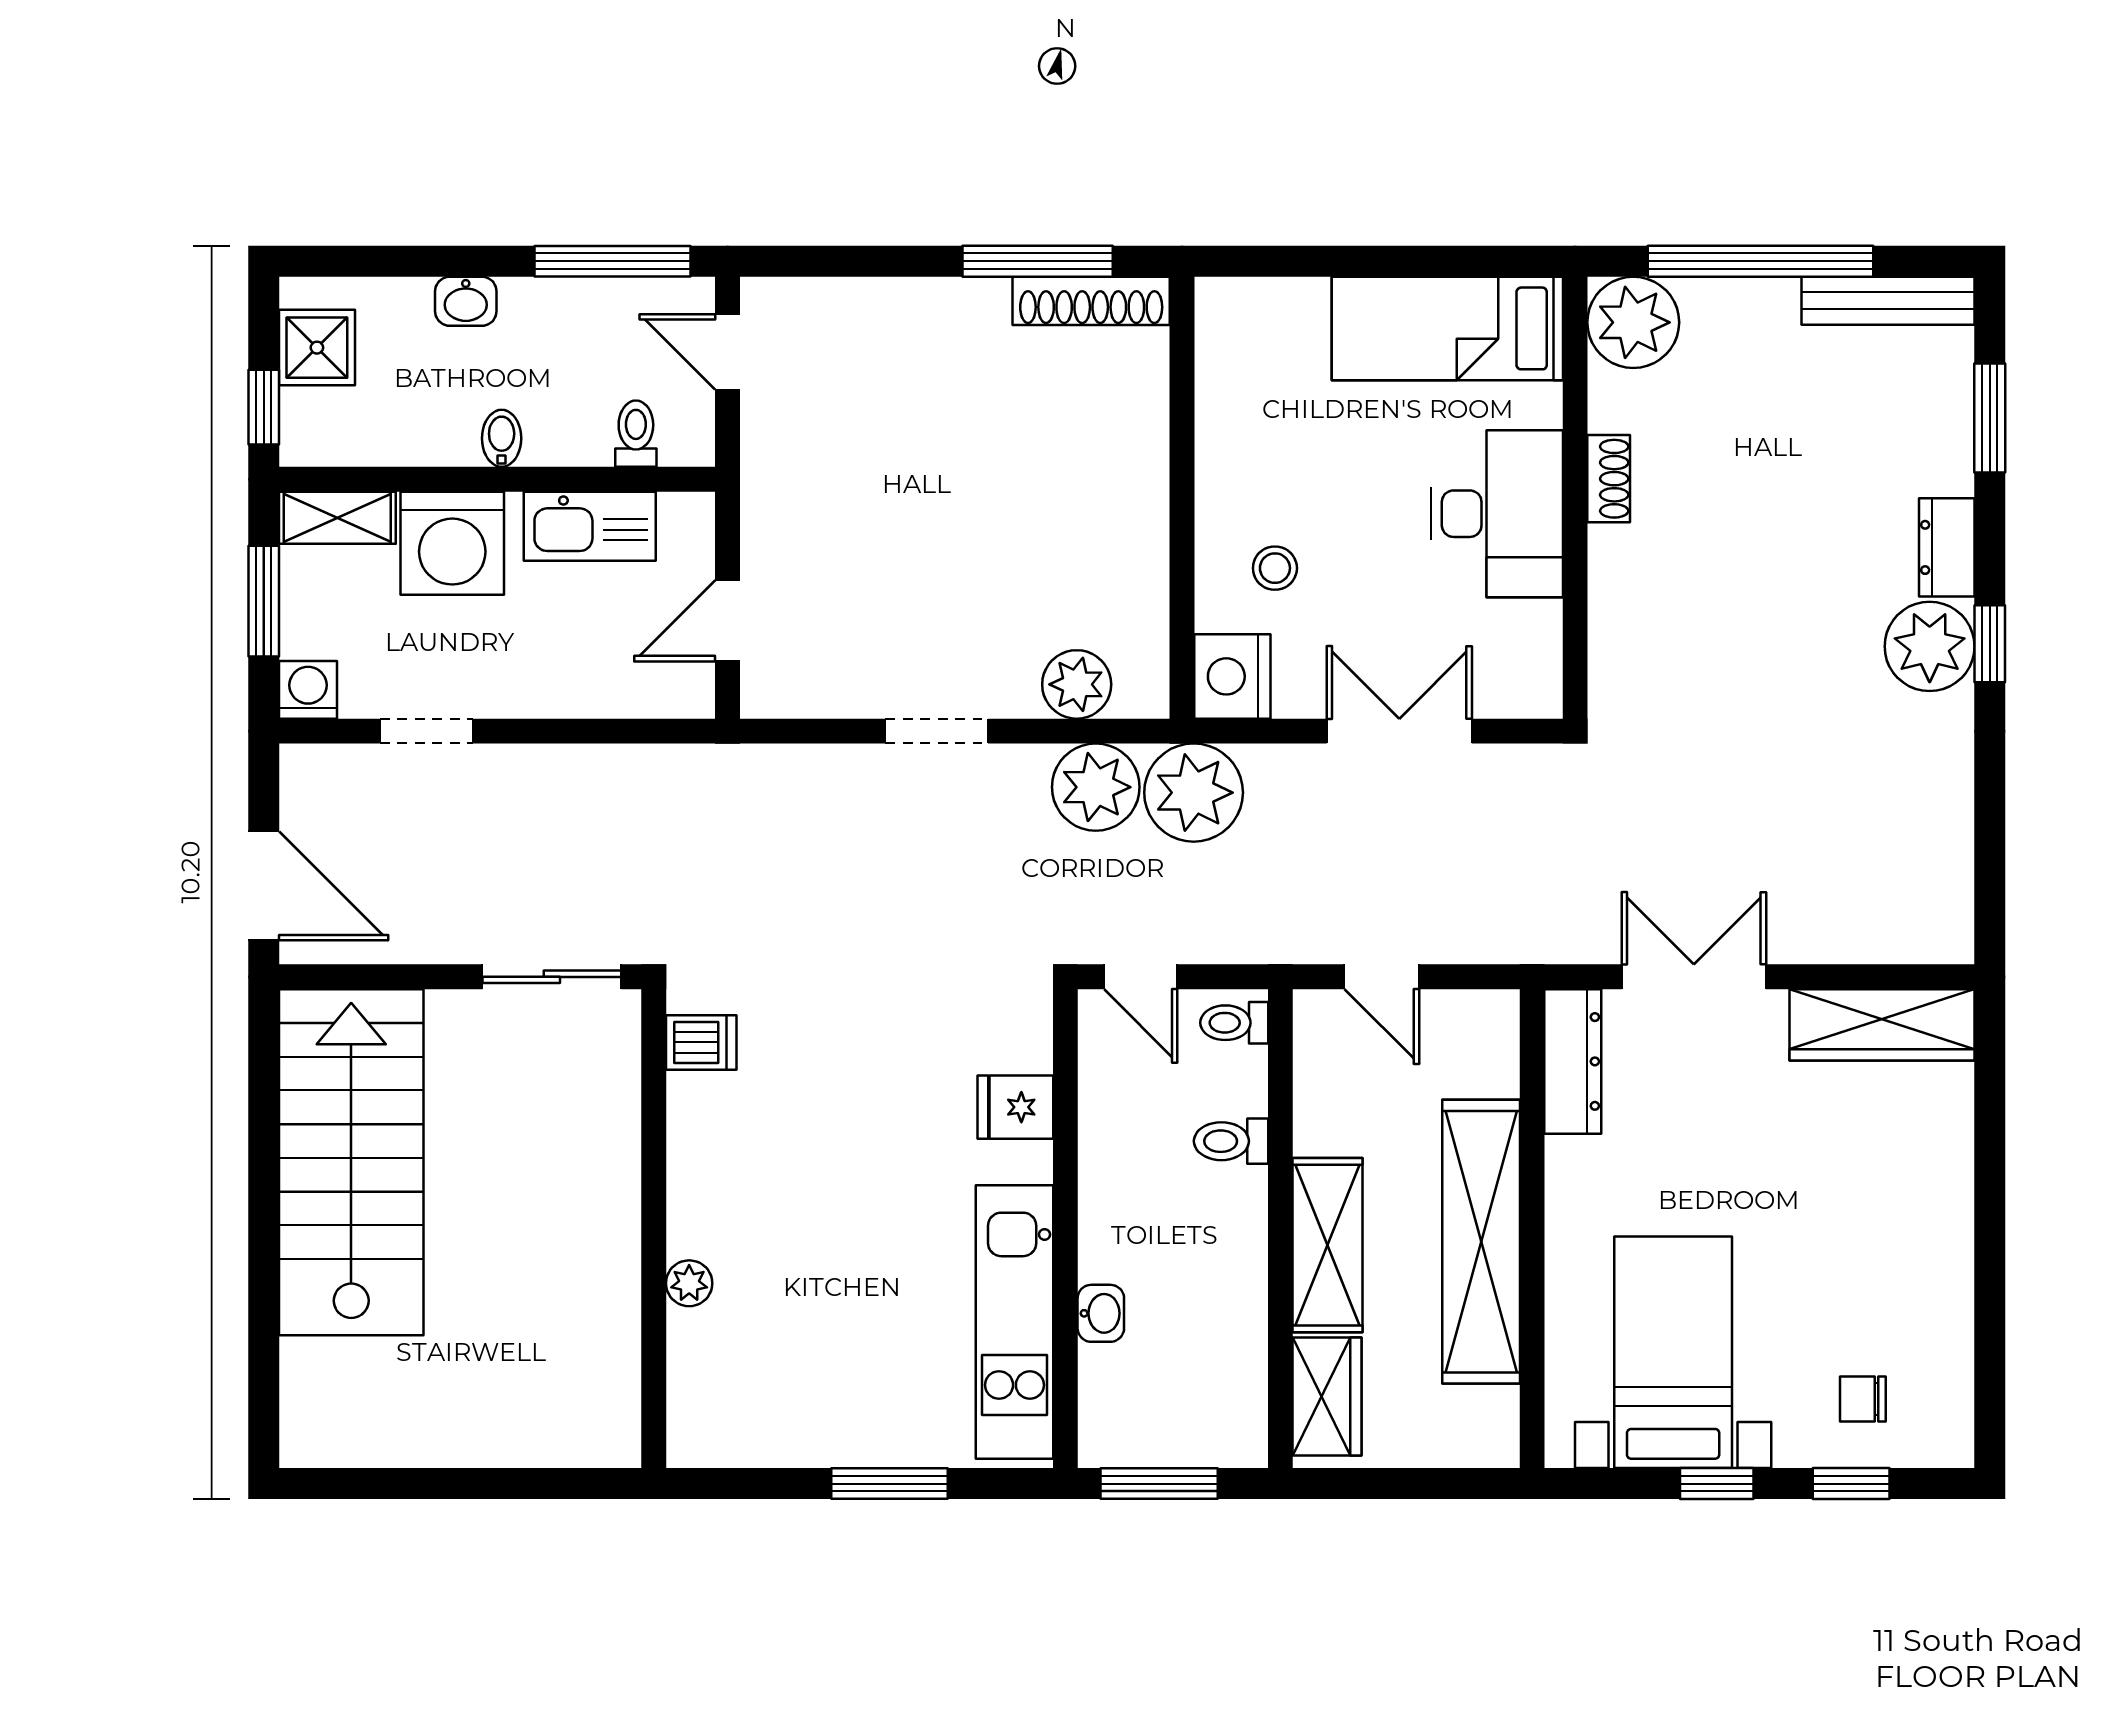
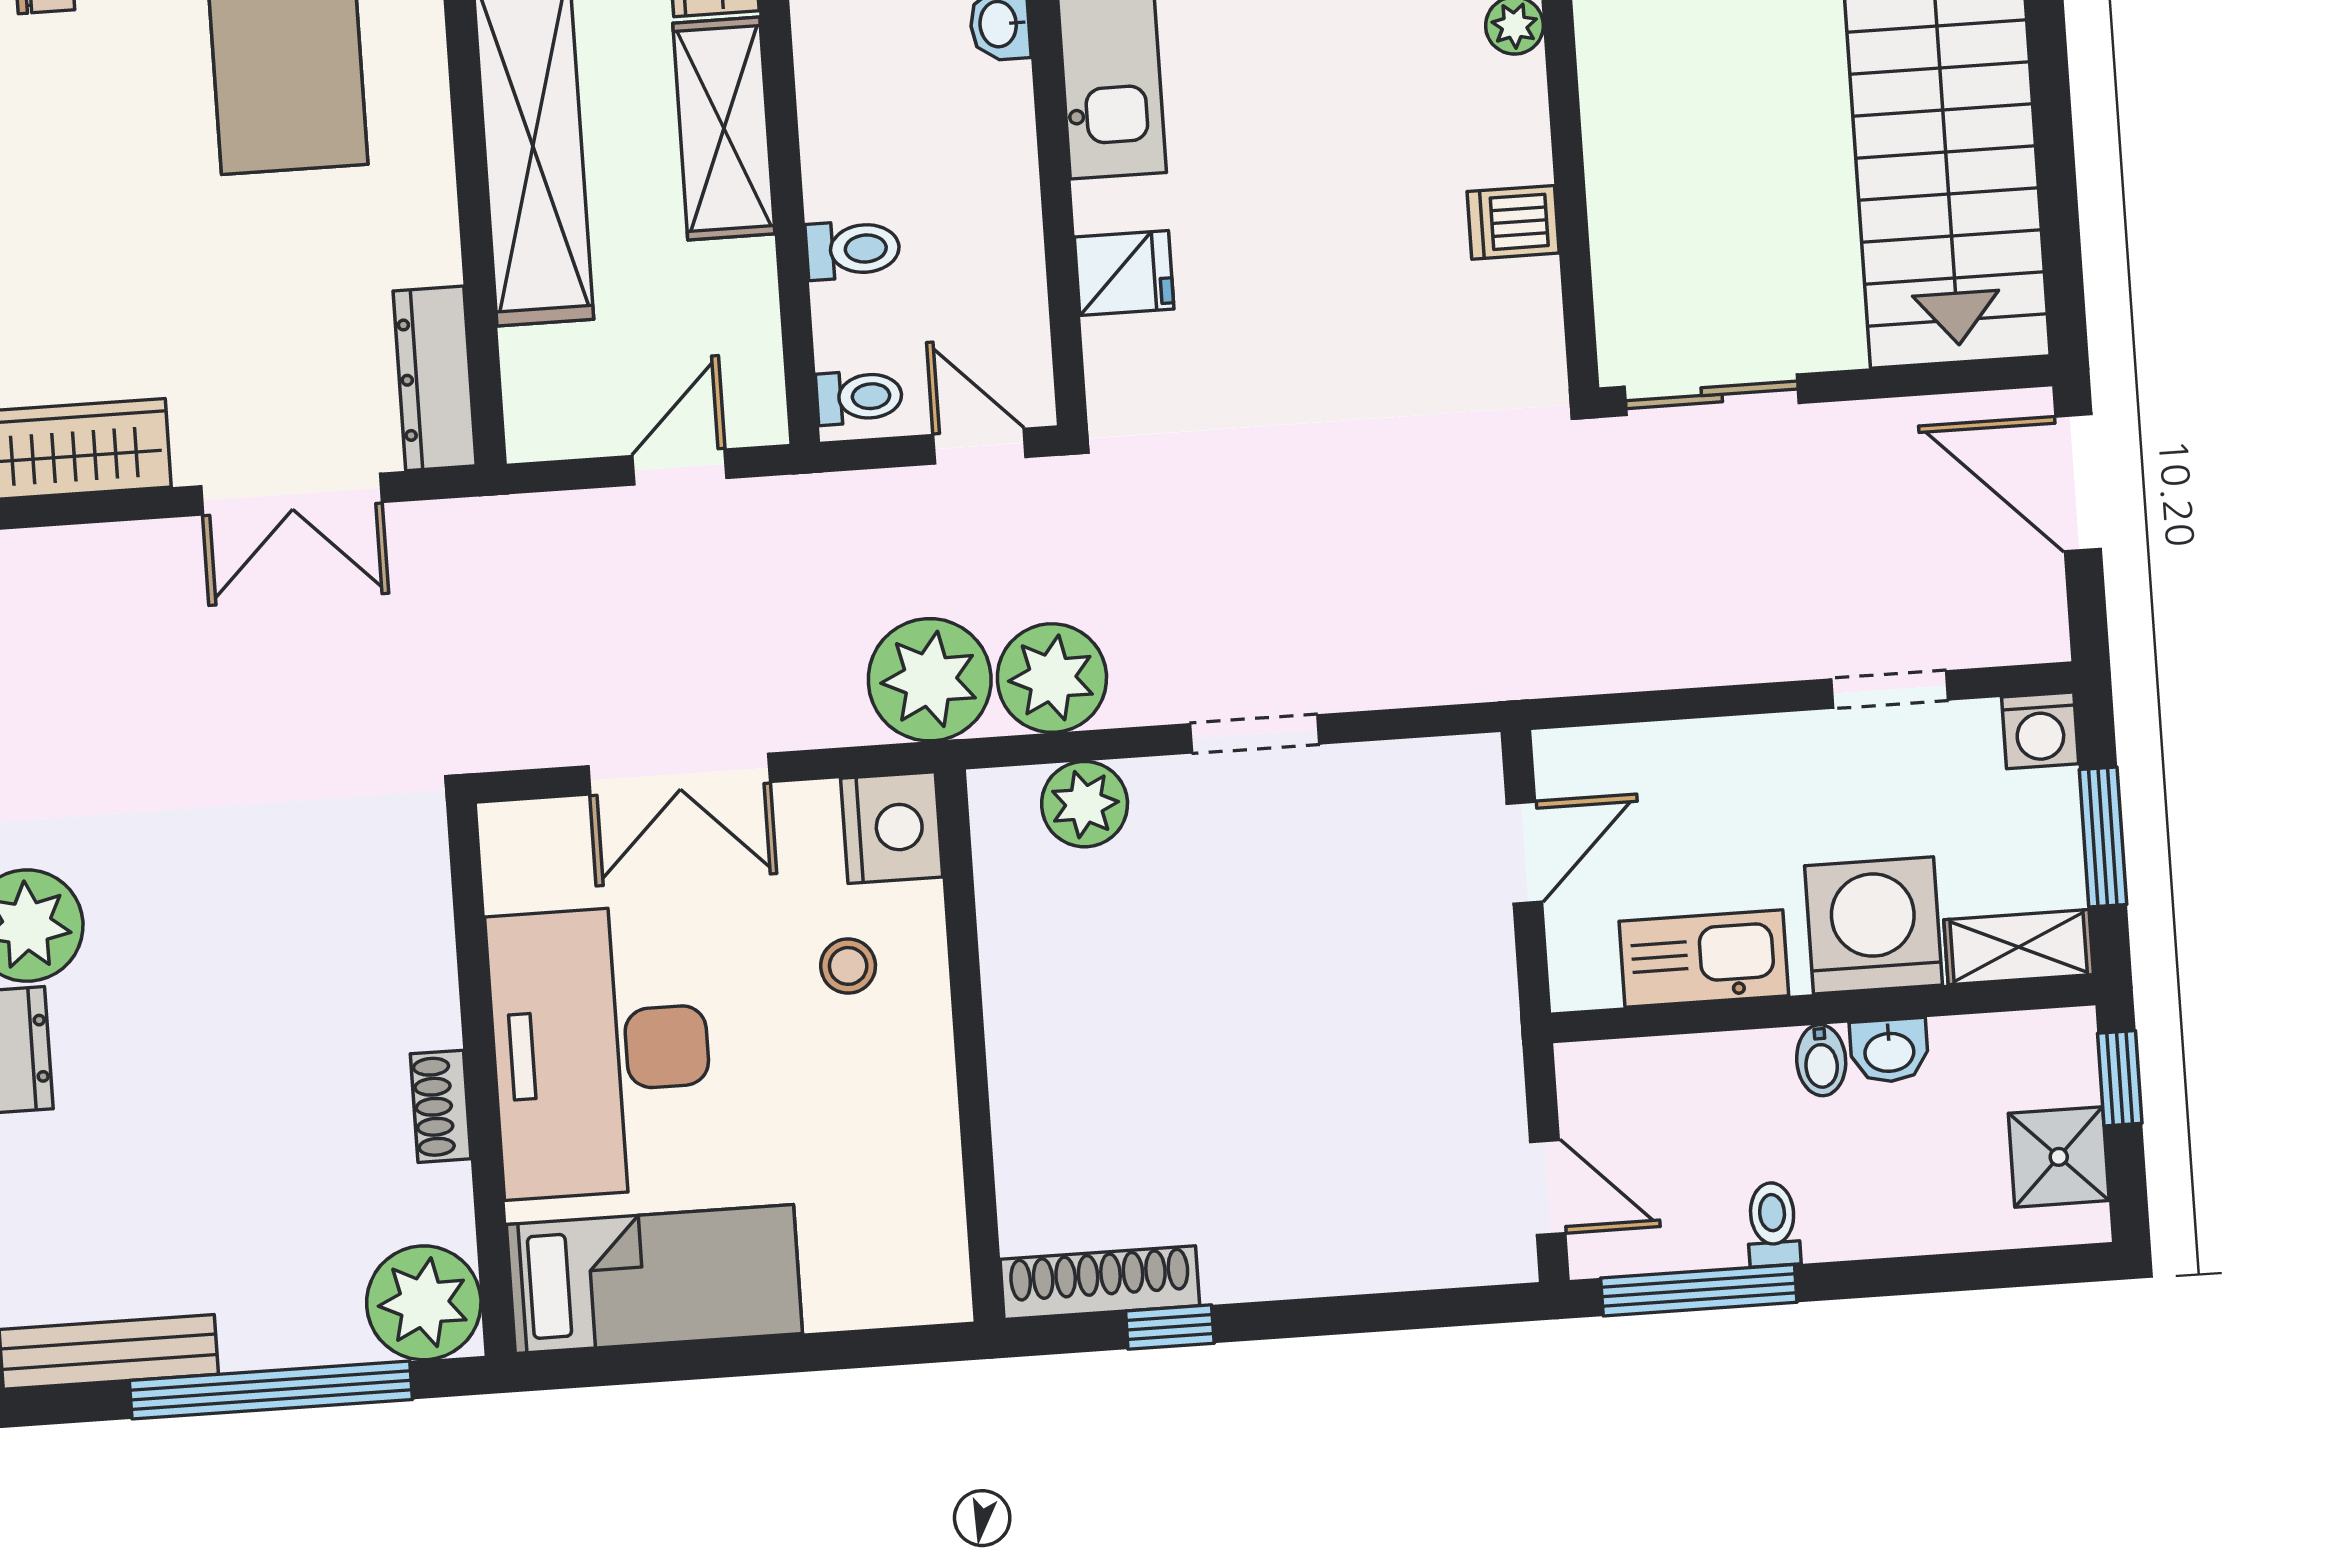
window: (1038, 261) -> (1170, 1327), width x0.46
washbasin: (466, 301) -> (1889, 1051), moved, turned 180
toilet: (636, 434) -> (1773, 1224), moved, turned 180
desk: (1497, 514) -> (601, 1051), width x1.36, depth x1.30
door: (1382, 977) -> (680, 467), hinge flipped
dishwasher: (701, 1042) -> (1513, 222), moved

